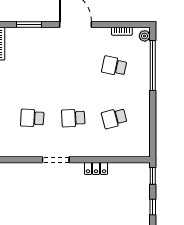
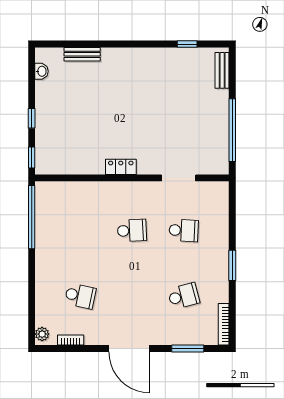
window: (153, 66) -> (32, 217), moved
school desk: (114, 118) -> (184, 296), moved
doorway: (56, 160) -> (179, 178), moved
locker: (96, 168) -> (121, 167), moved

